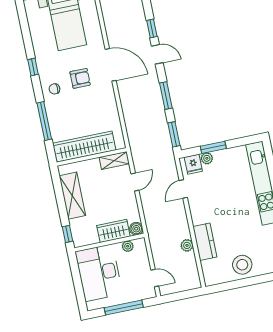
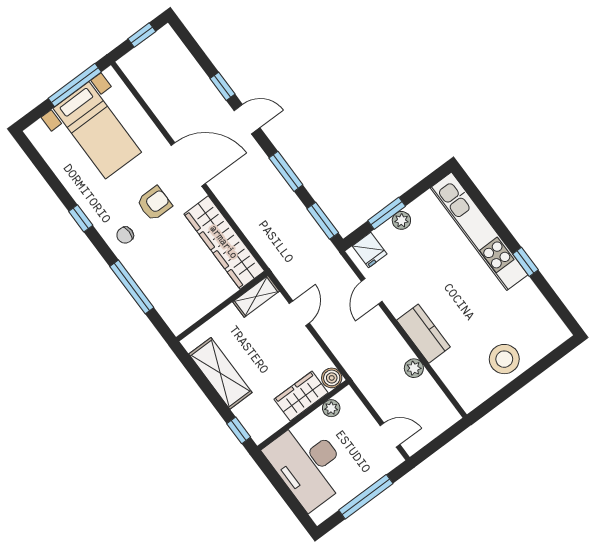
wardrobe: (84, 147) -> (224, 242), moved, turned -90
plant: (207, 158) -> (401, 220), moved
kitchen counter: (205, 242) -> (423, 334), moved

